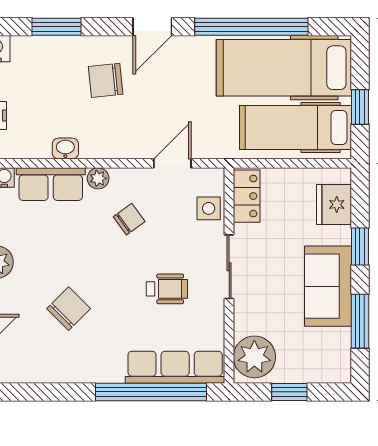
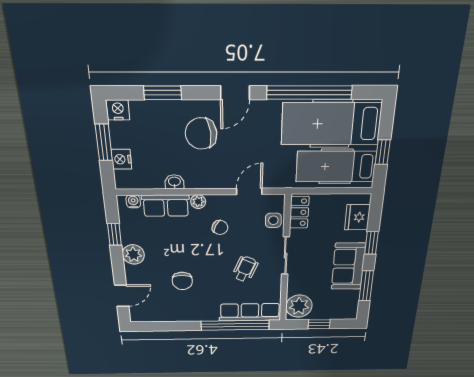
chair: (106, 80) -> (201, 134), width x1.37, depth x1.37
chair: (129, 219) -> (220, 227), turned 63
wheelchair: (167, 289) -> (245, 269), turned -66
chair: (69, 309) -> (182, 281), turned 135

